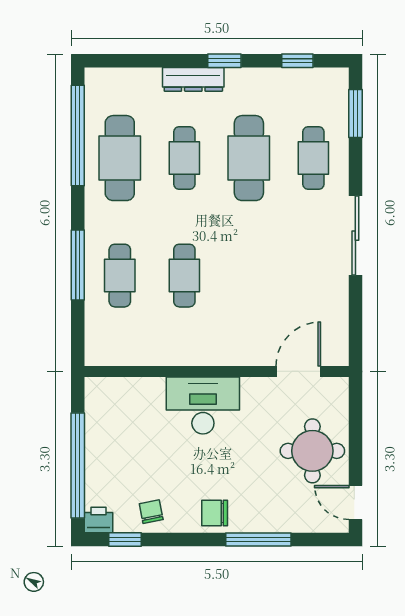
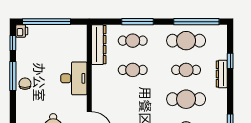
window: (224, 61) -> (230, 61), moved
dresser: (129, 350) -> (99, 45), added
chair: (151, 512) -> (26, 55), removed
window: (258, 539) -> (13, 76), moved

